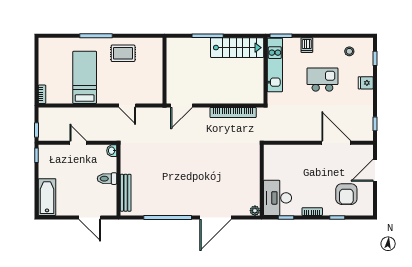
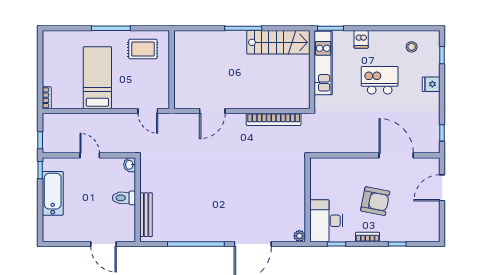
wall: (165, 71) -> (172, 70), moved
armchair: (346, 194) -> (375, 201), moved, turned -79
bathtub: (47, 197) -> (53, 193), moved

